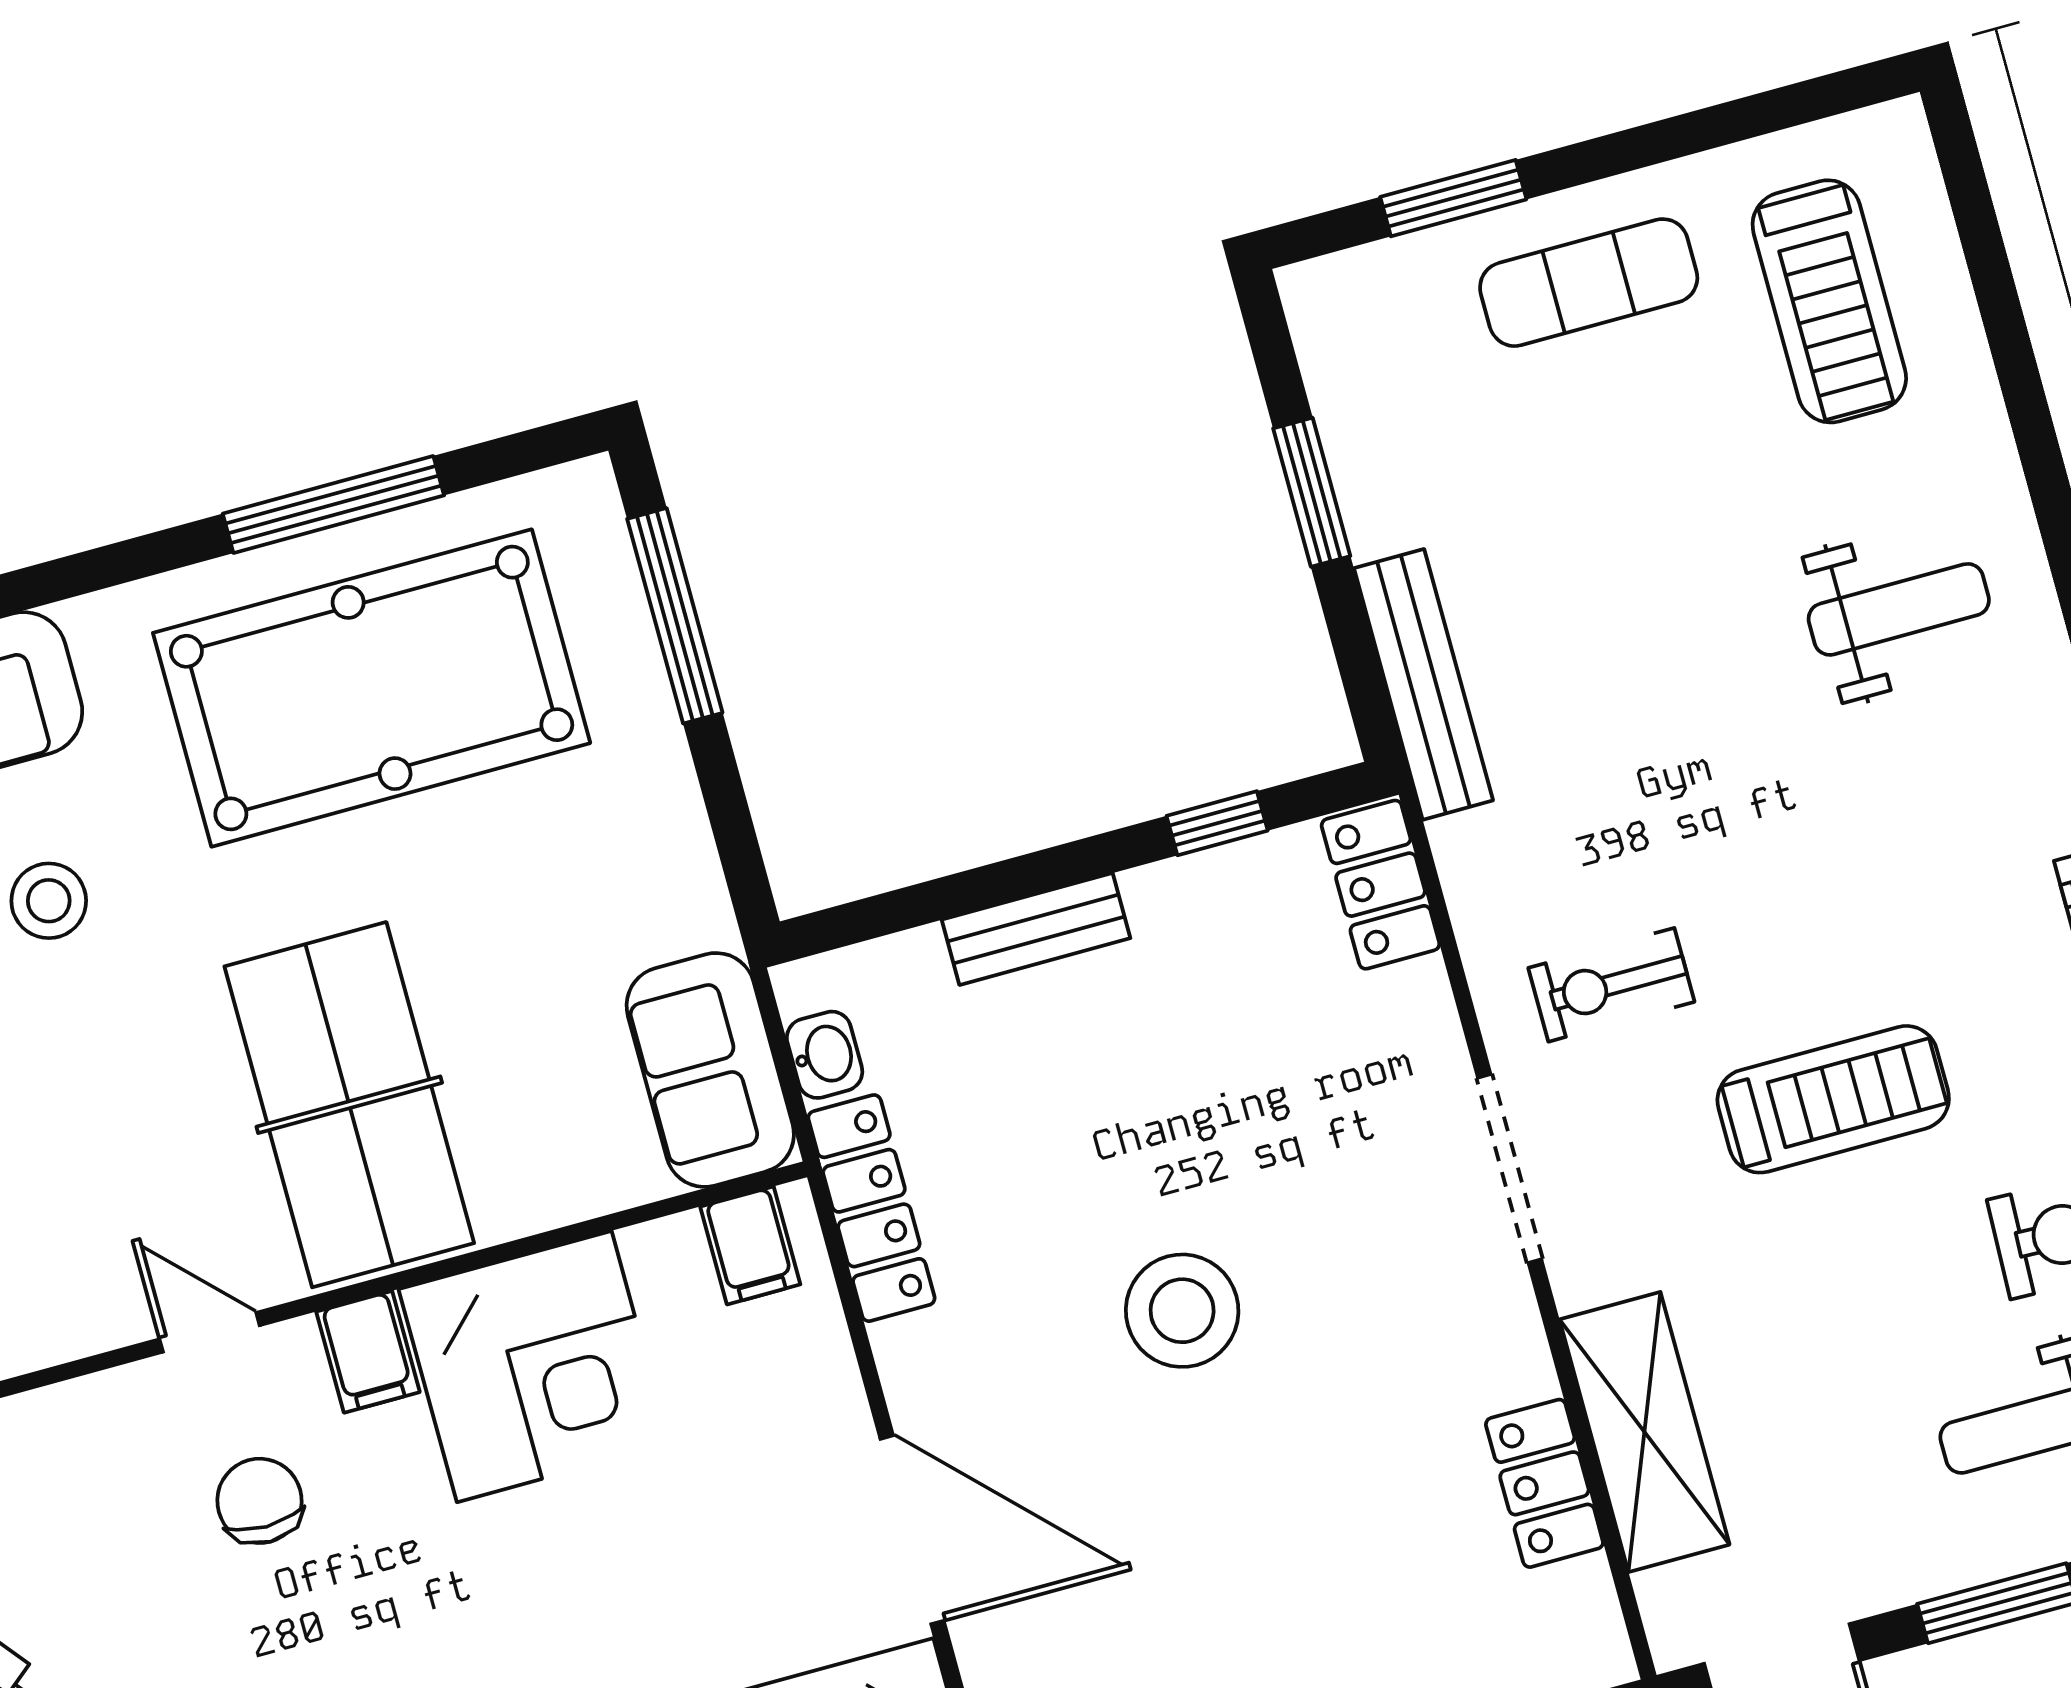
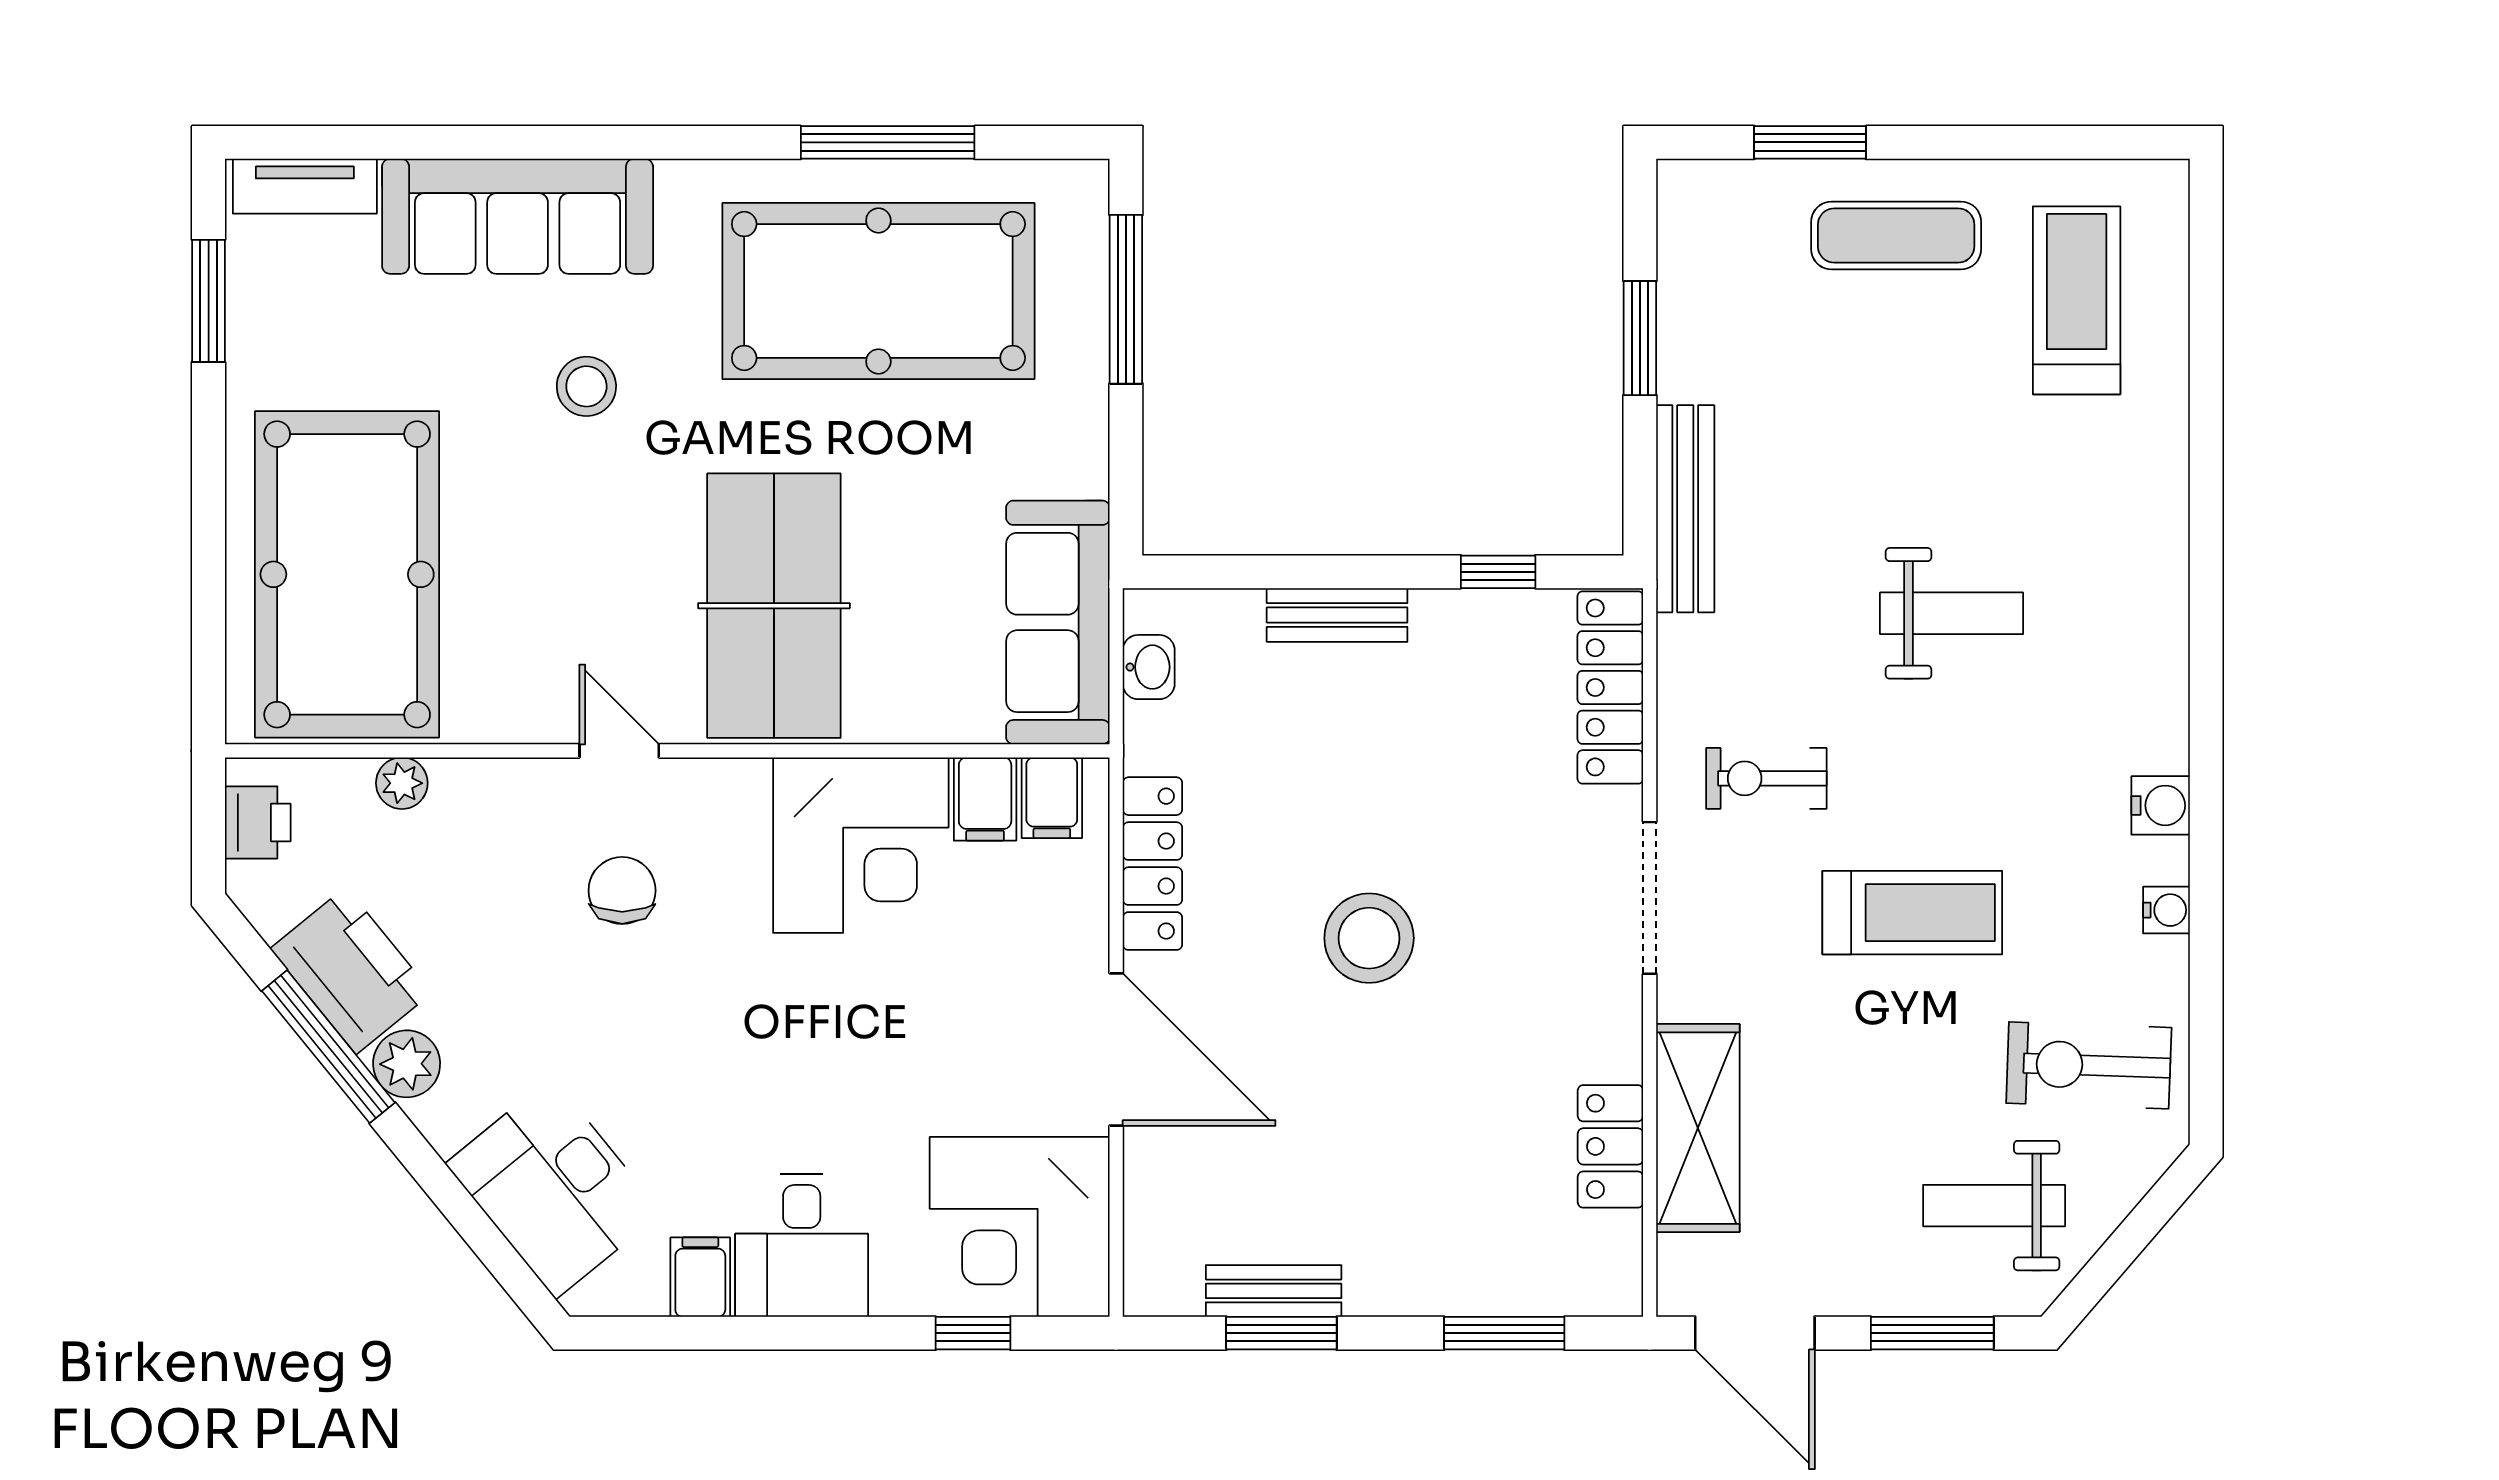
treadmill: (1829, 301) -> (2077, 300), turned 180
weight bench: (1899, 609) -> (1951, 613), moved
locker: (1380, 885) -> (1610, 687), width x1.53
sofa: (710, 1070) -> (1058, 622), width x1.36
locker: (871, 1208) -> (1152, 864), moved
filing cabinet: (368, 1352) -> (985, 799), moved

